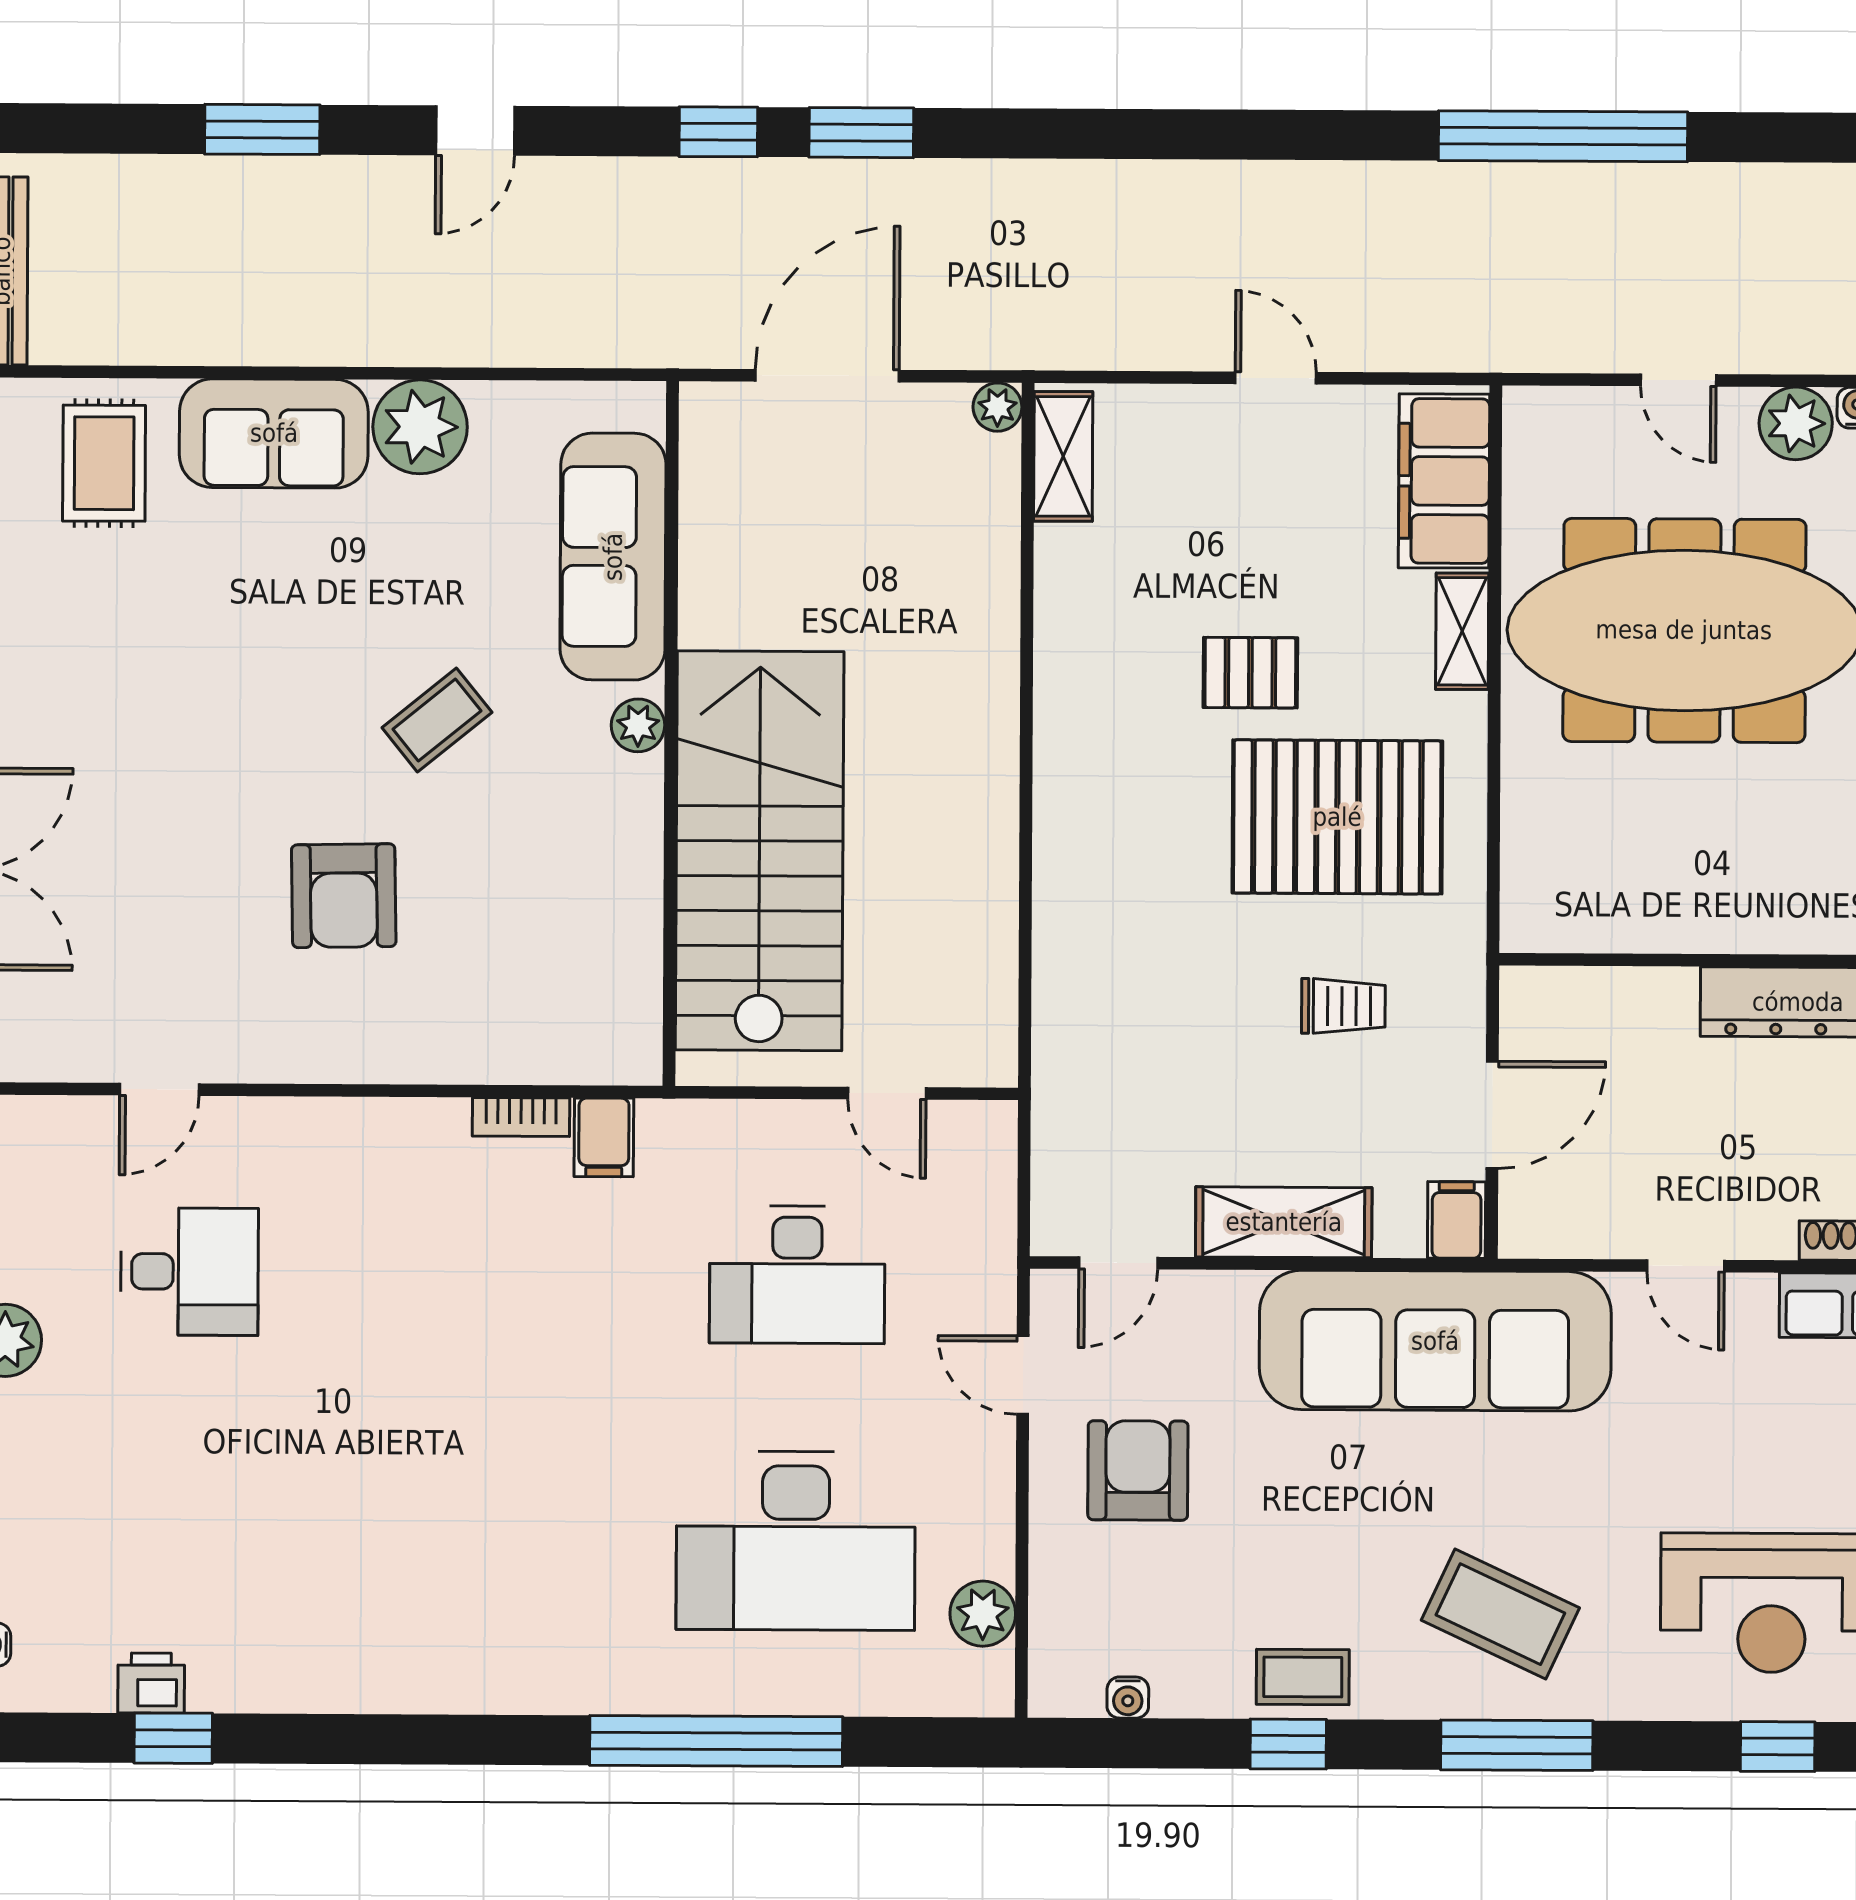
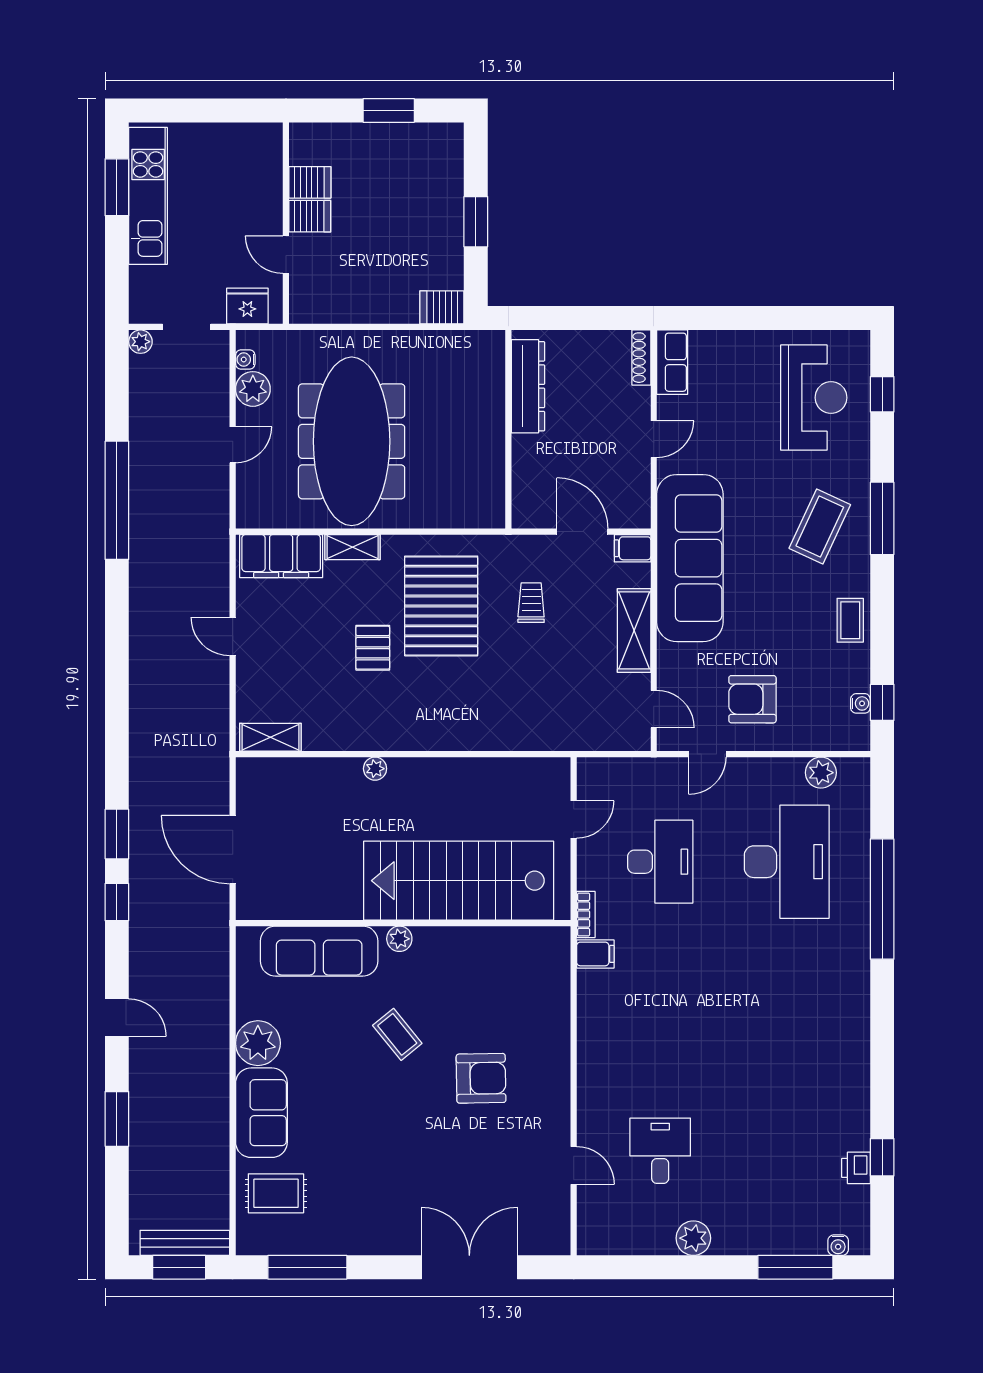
door: (1276, 378) -> (233, 636), hinge flipped
plant: (997, 407) -> (375, 769), moved
bookcase: (521, 1117) -> (586, 914), moved
window: (1288, 1744) -> (882, 702), moved

